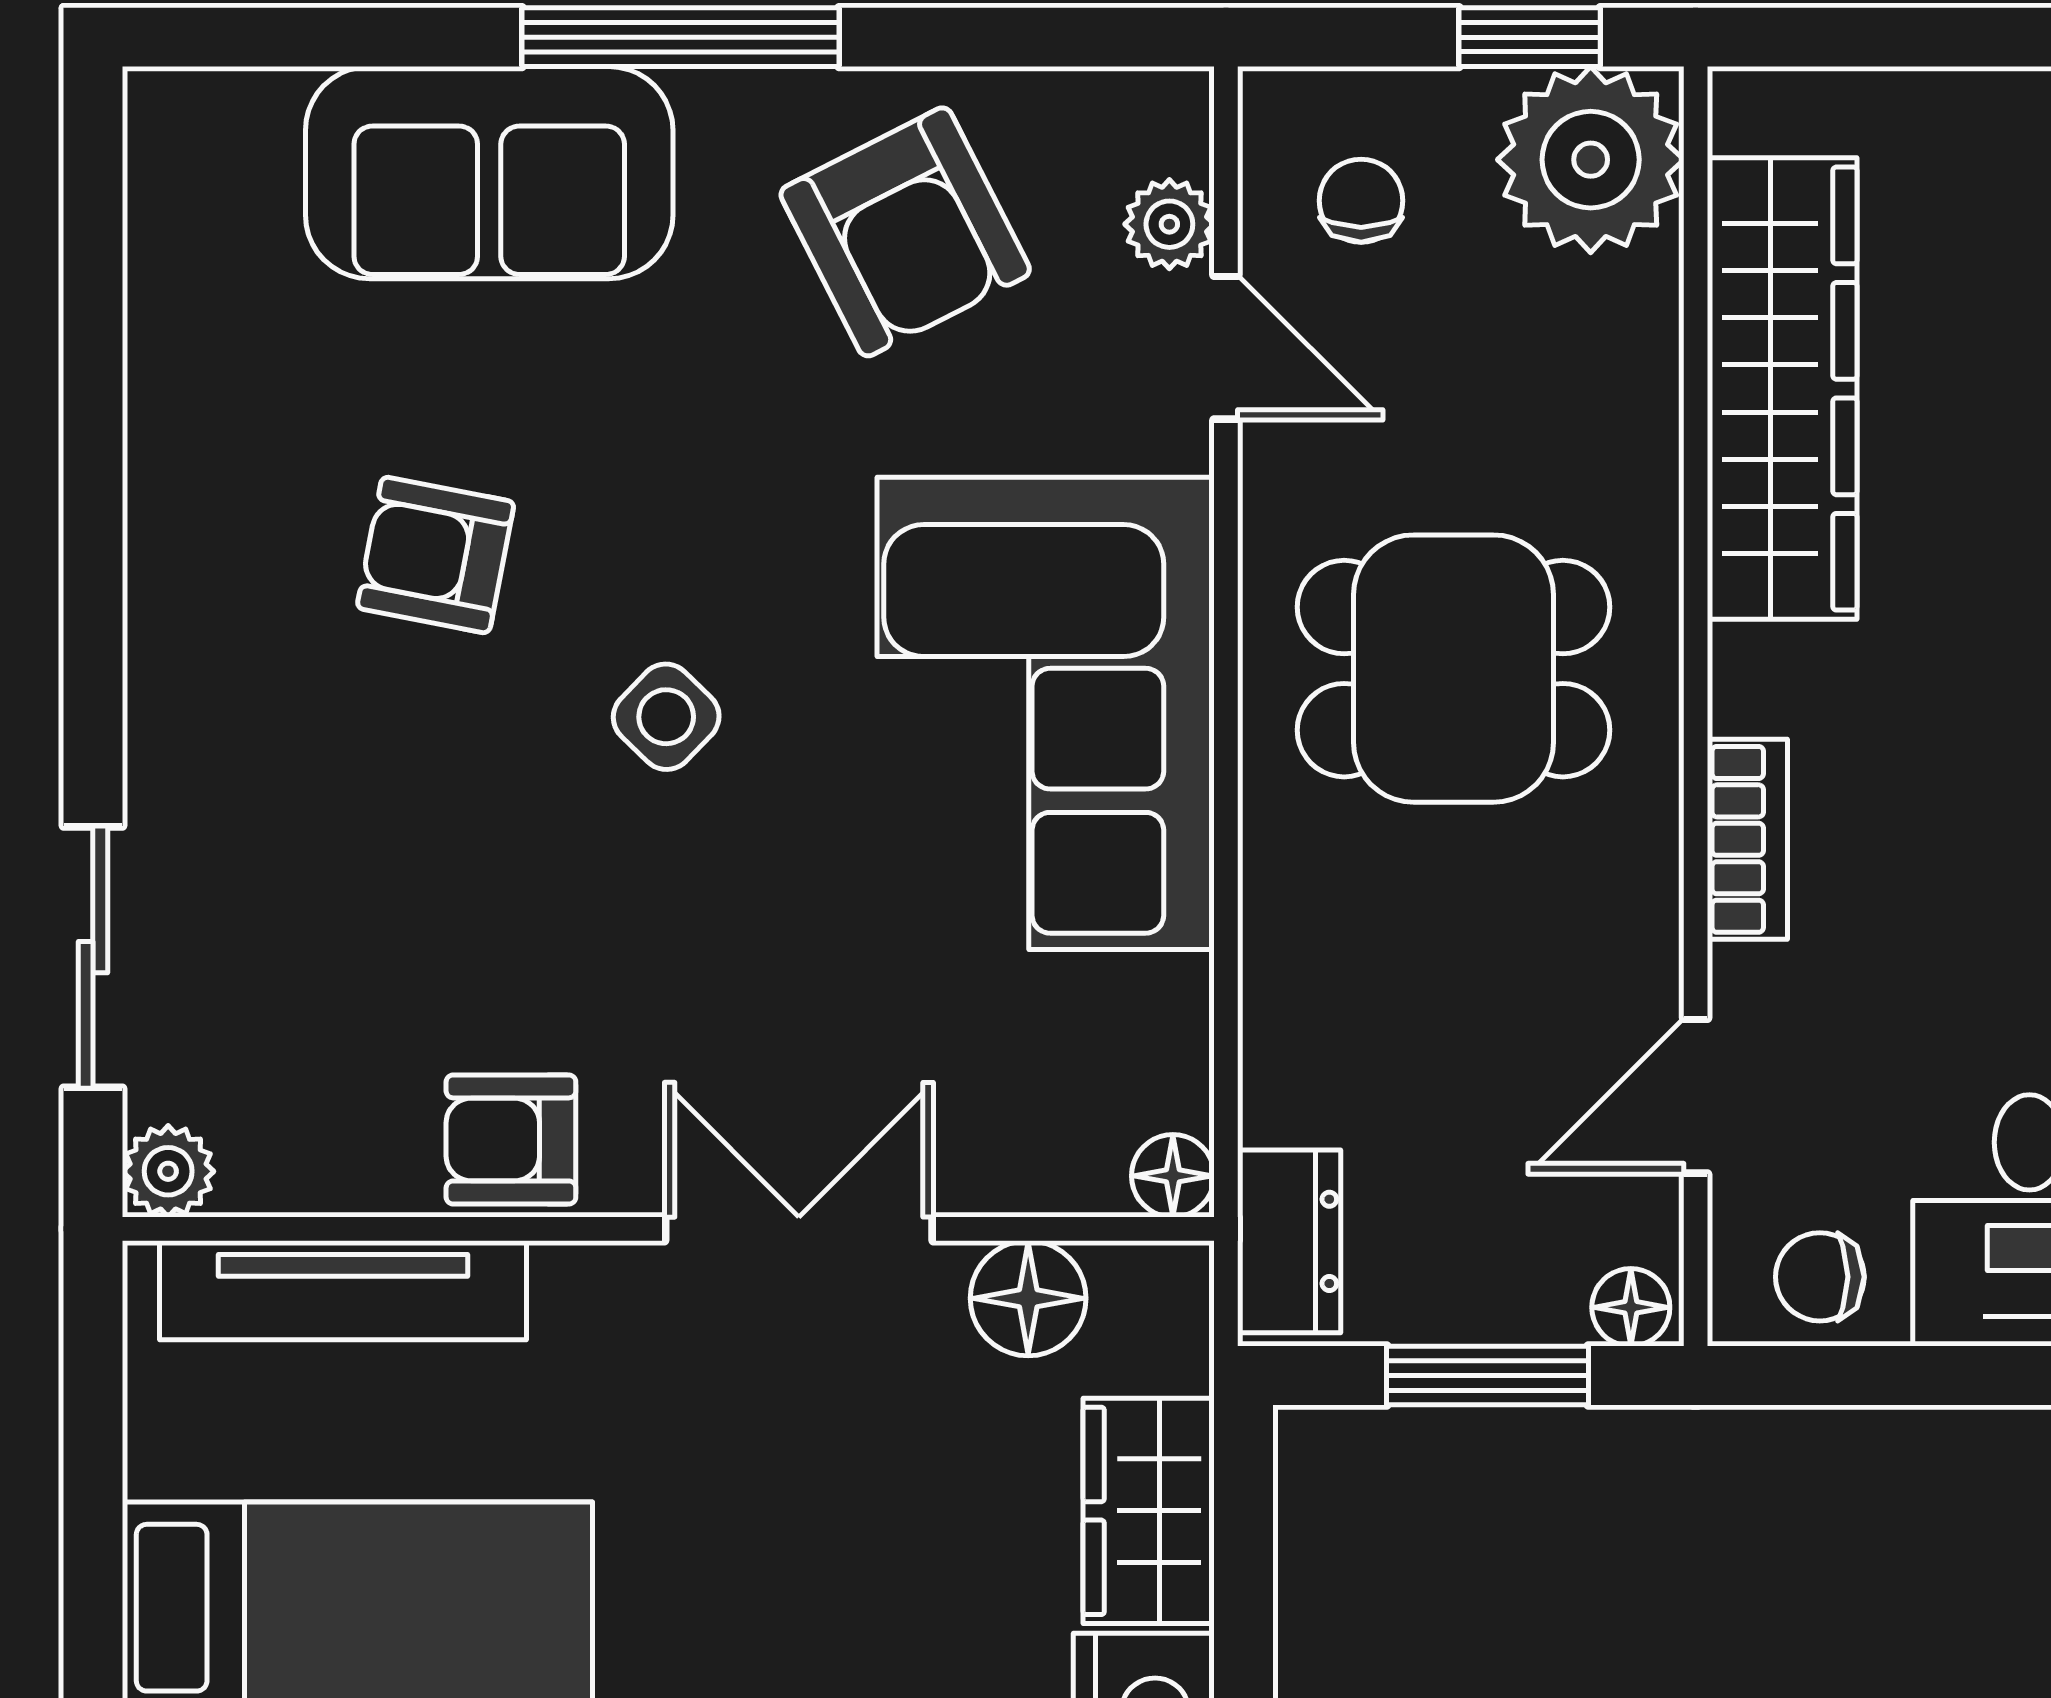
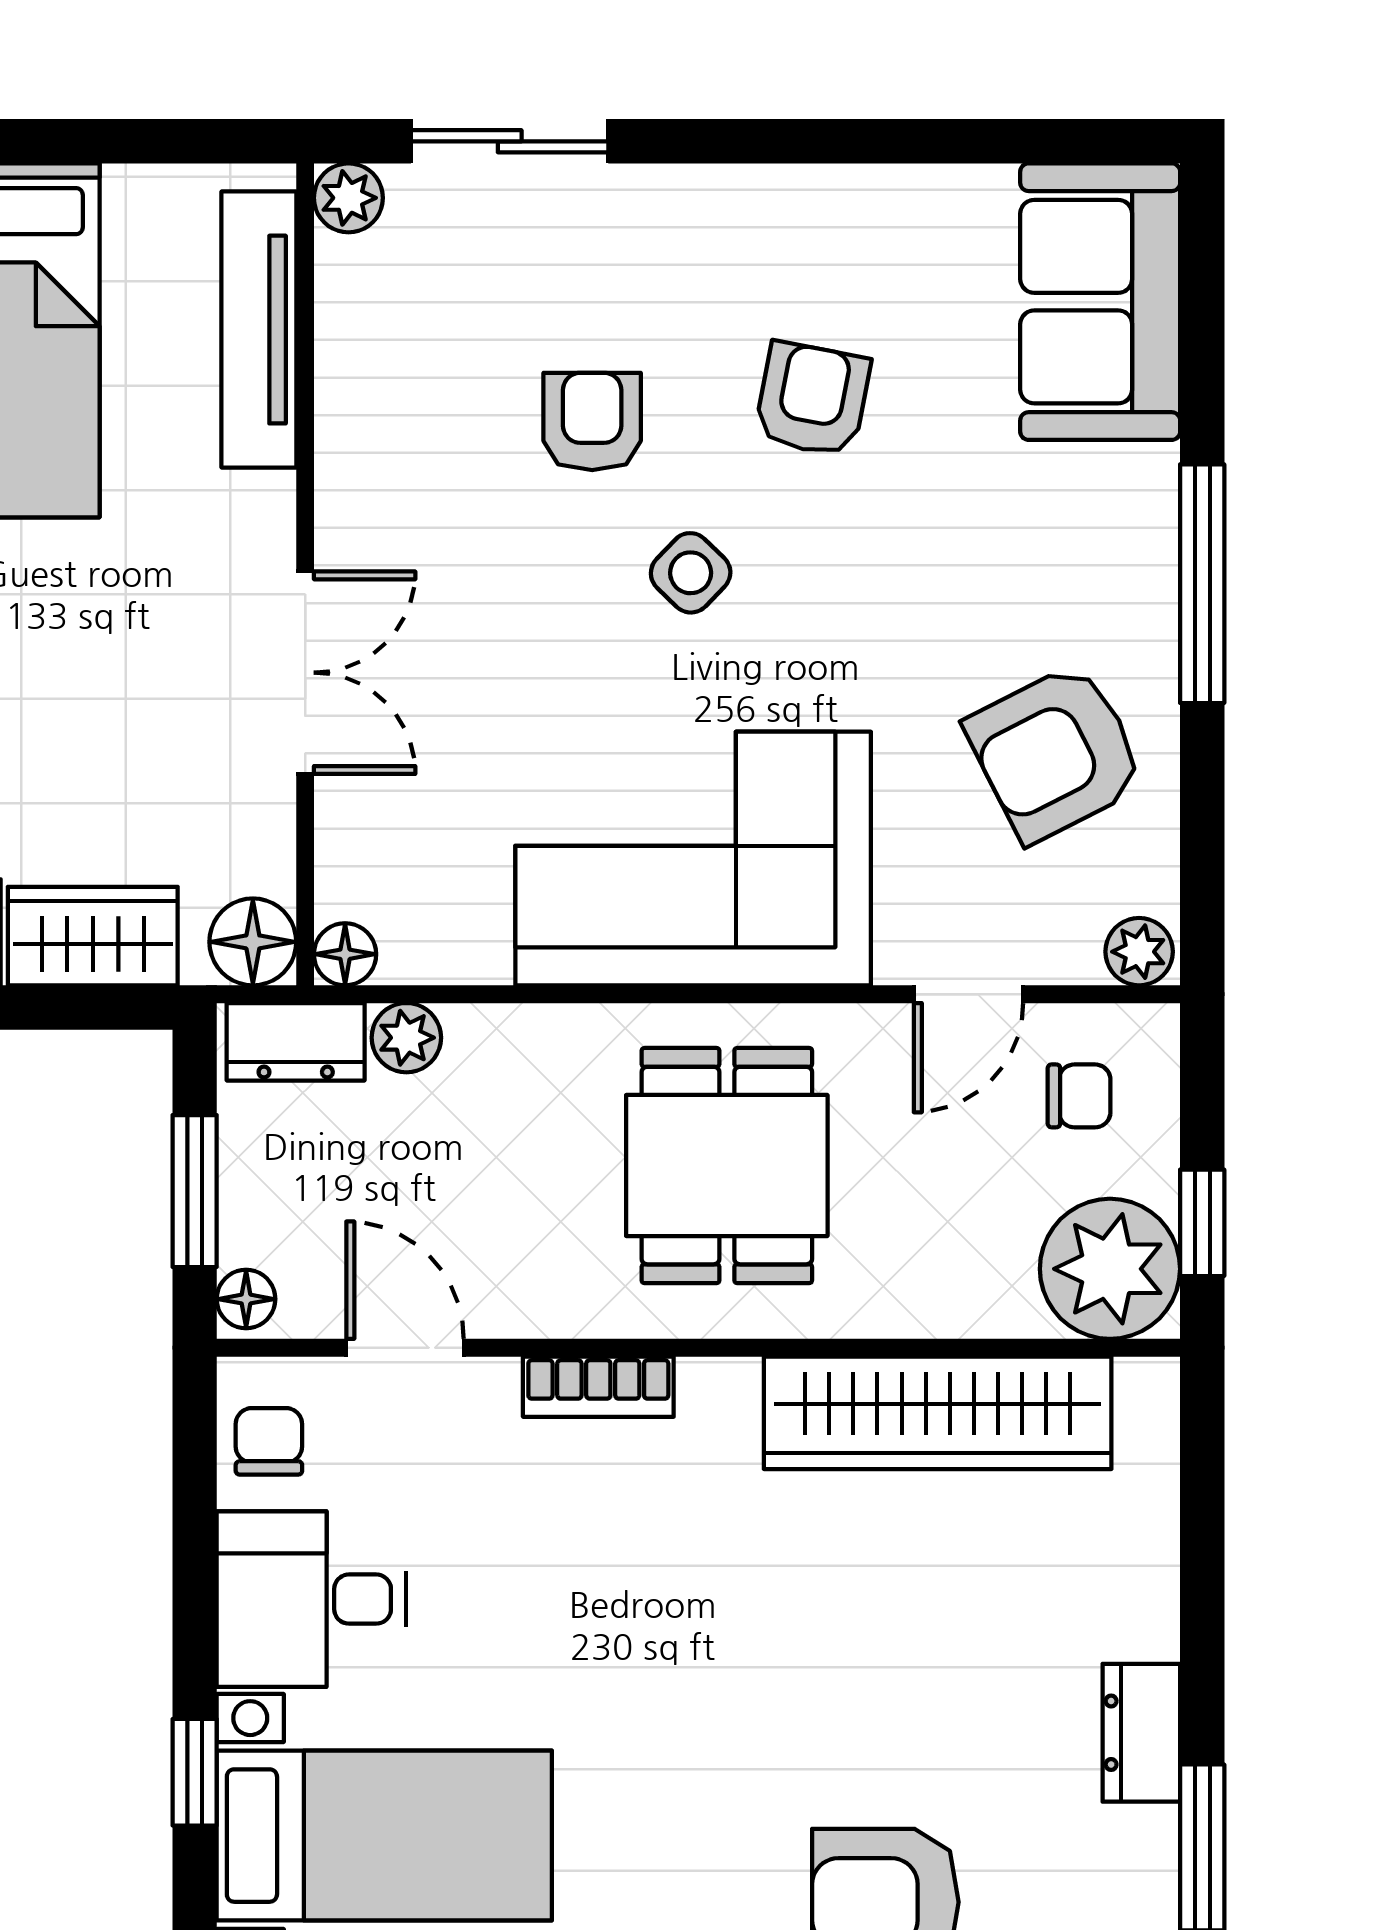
sofa: (489, 173) -> (1100, 302), moved
plant: (1169, 224) -> (1139, 952), moved
plant: (1284, 1094) -> (406, 1038), added
armchair: (511, 1139) -> (592, 421), moved
floor lamp: (1028, 1298) -> (253, 942), moved

